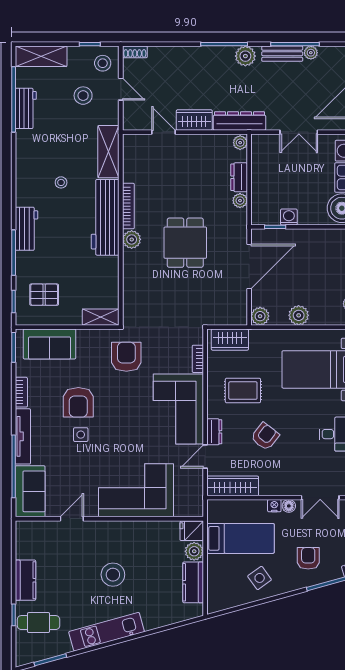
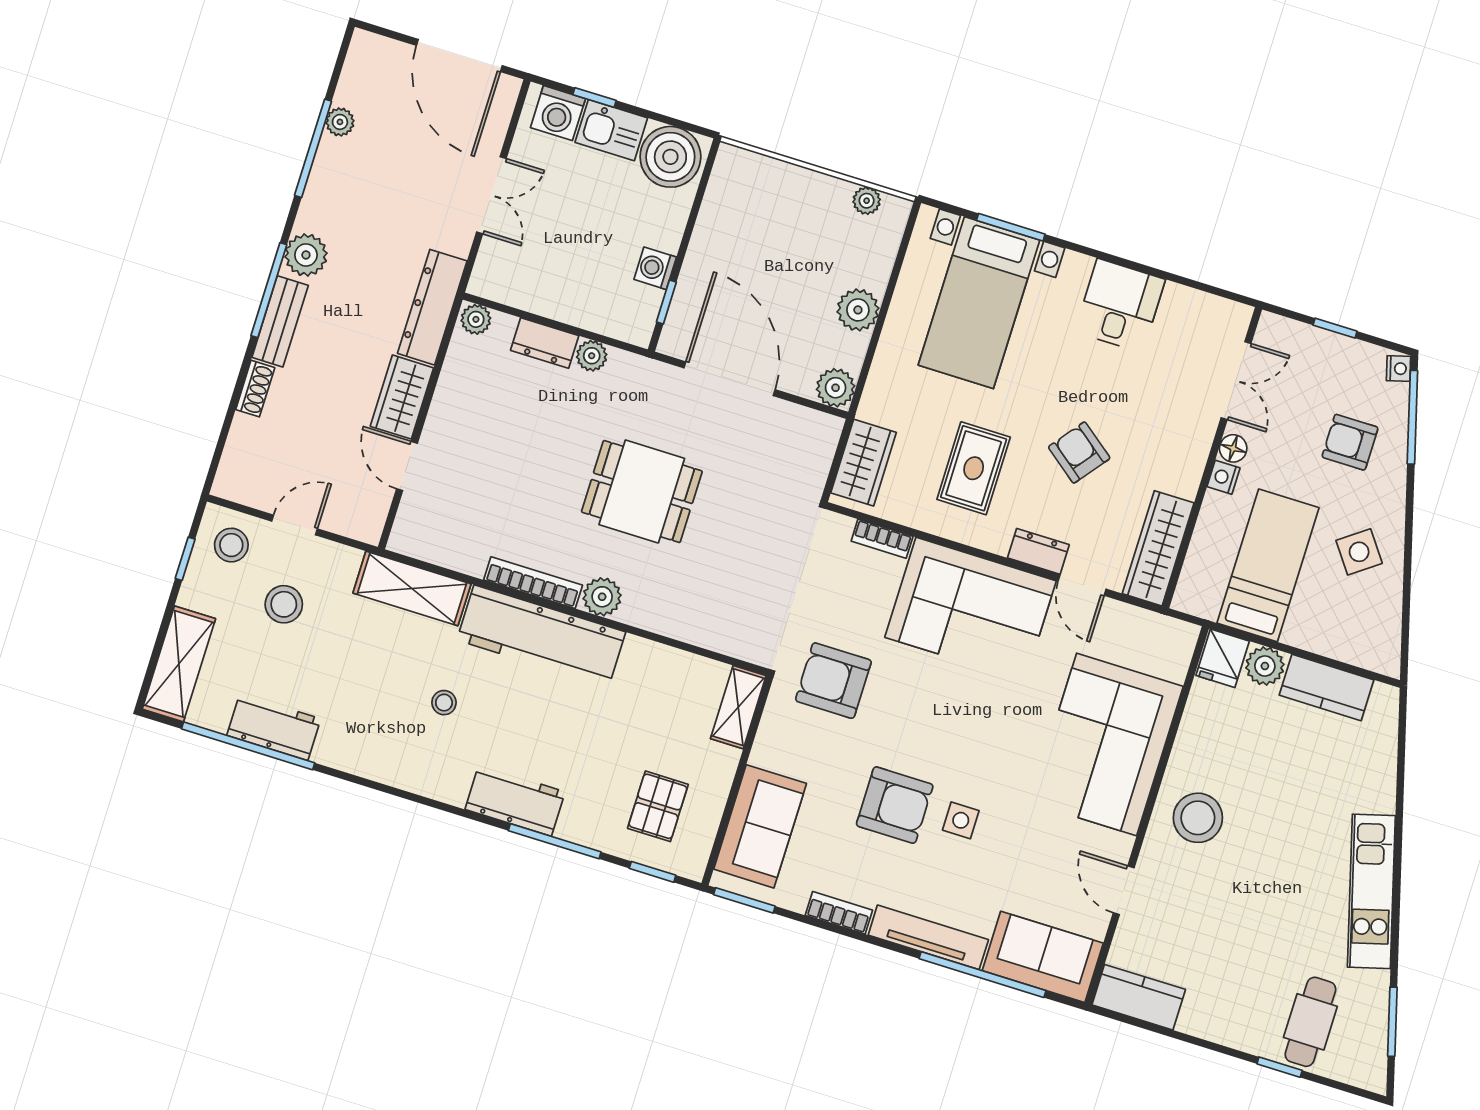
shoe rack: (135, 52) -> (255, 389), moved
bench: (282, 54) -> (280, 321), moved
door: (164, 132) -> (407, 466), hinge flipped
stool: (113, 575) -> (1198, 818), moved
kitchen counter: (25, 580) -> (1139, 997), moved

